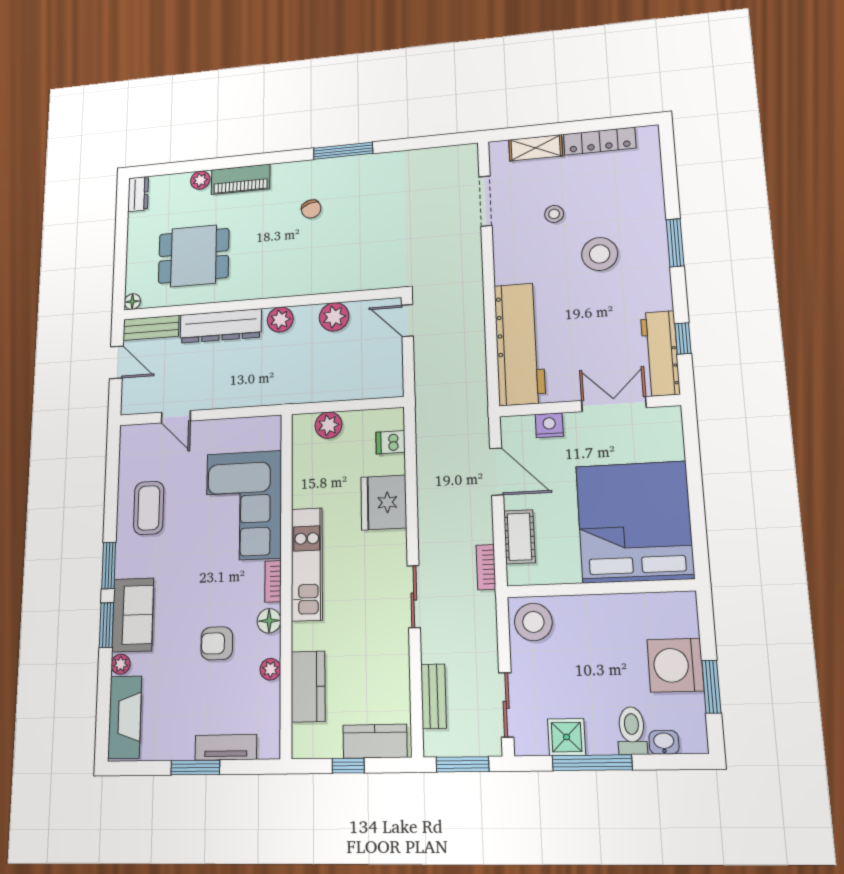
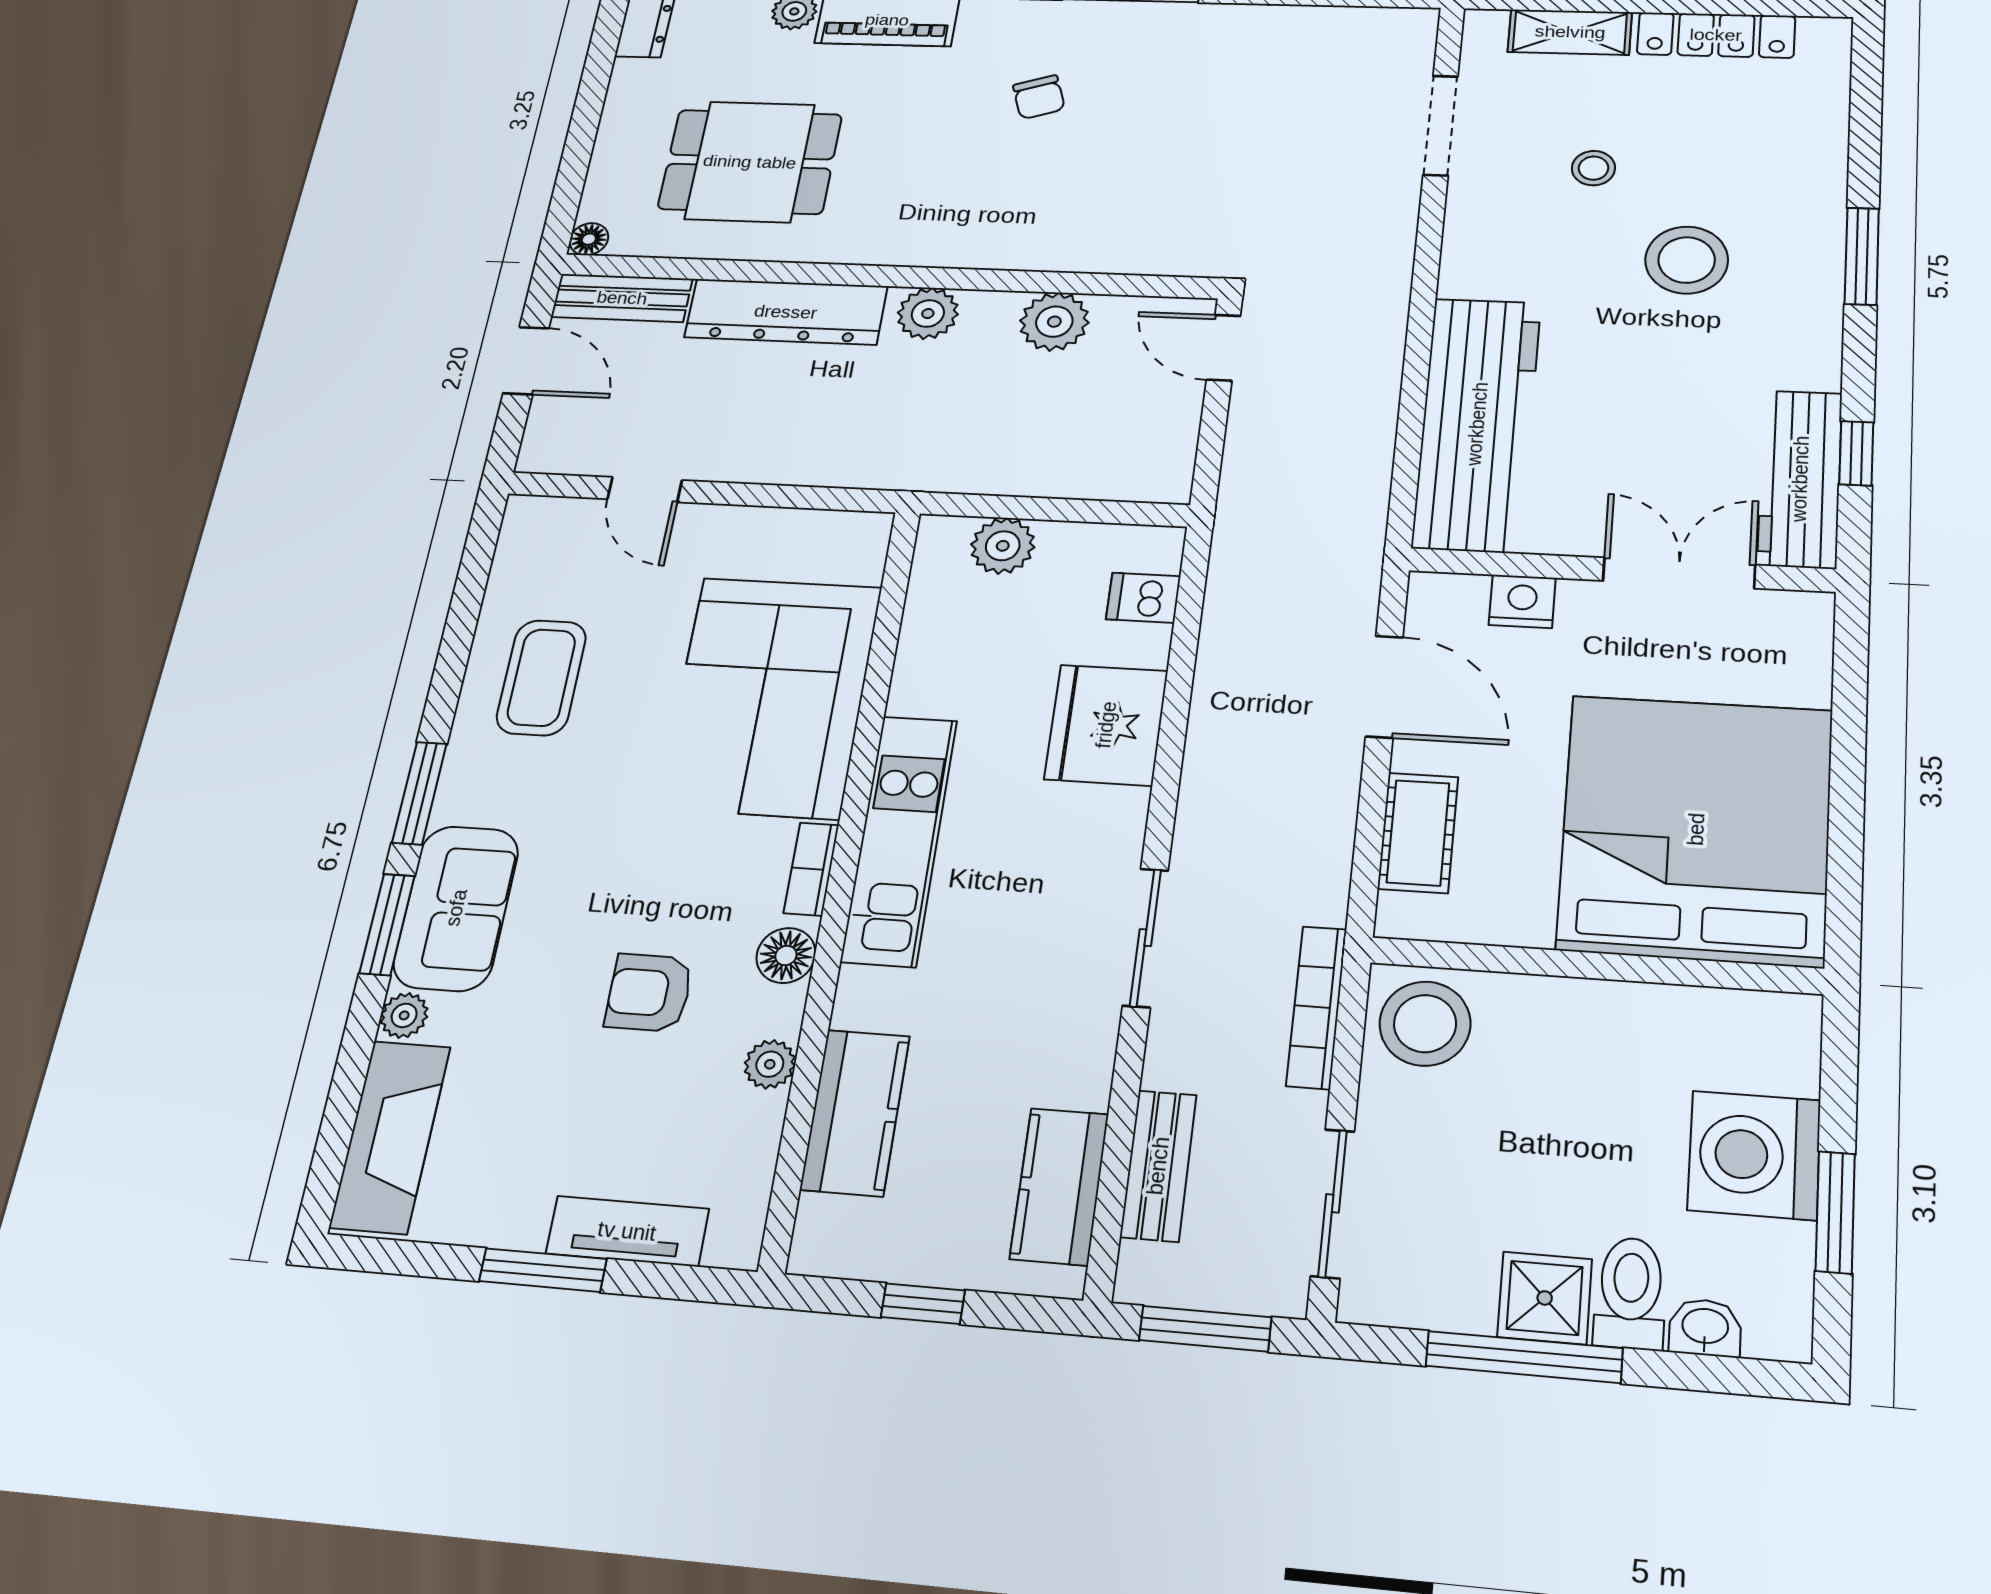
bookcase: (486, 567) -> (1316, 1007), moved, width x1.56
shower: (567, 737) -> (1545, 1298), moved
kitchen counter: (375, 741) -> (1059, 1186), moved, turned -90

